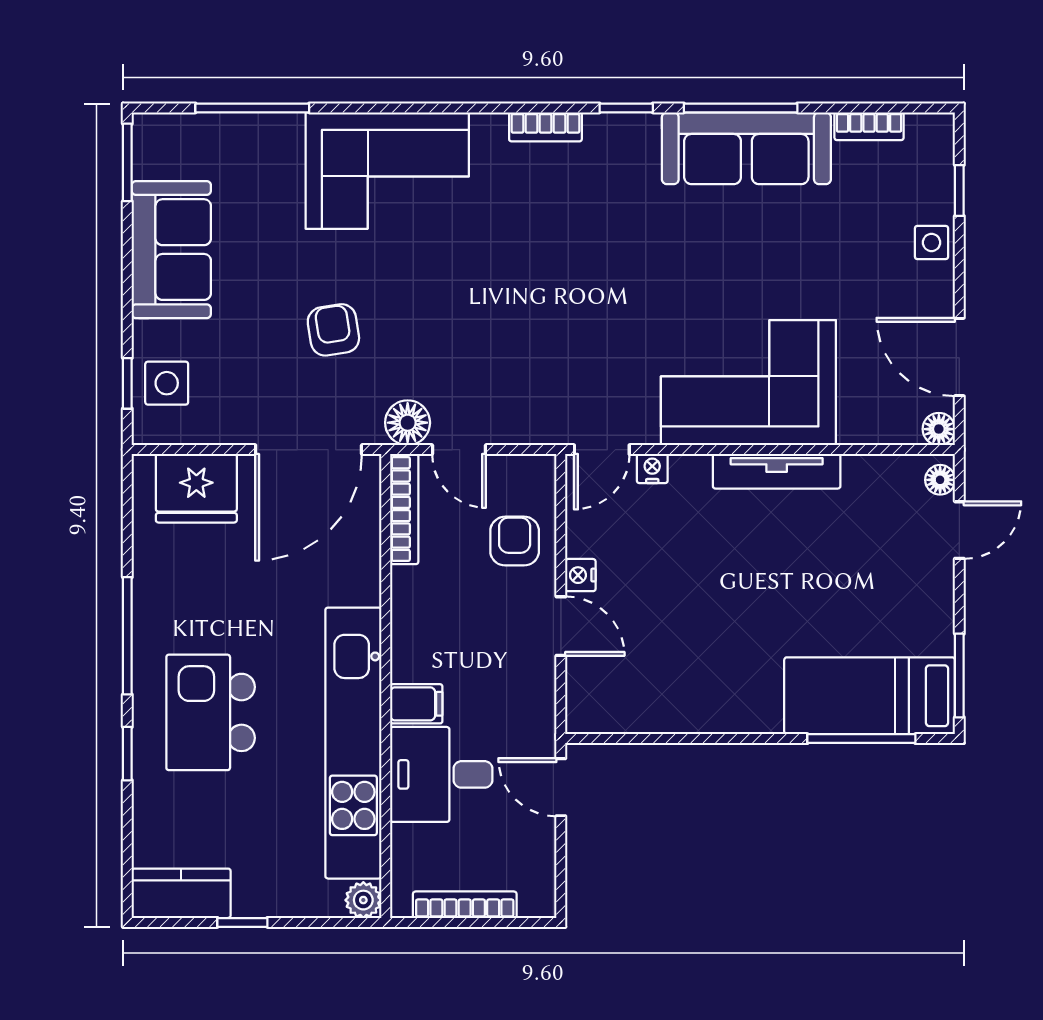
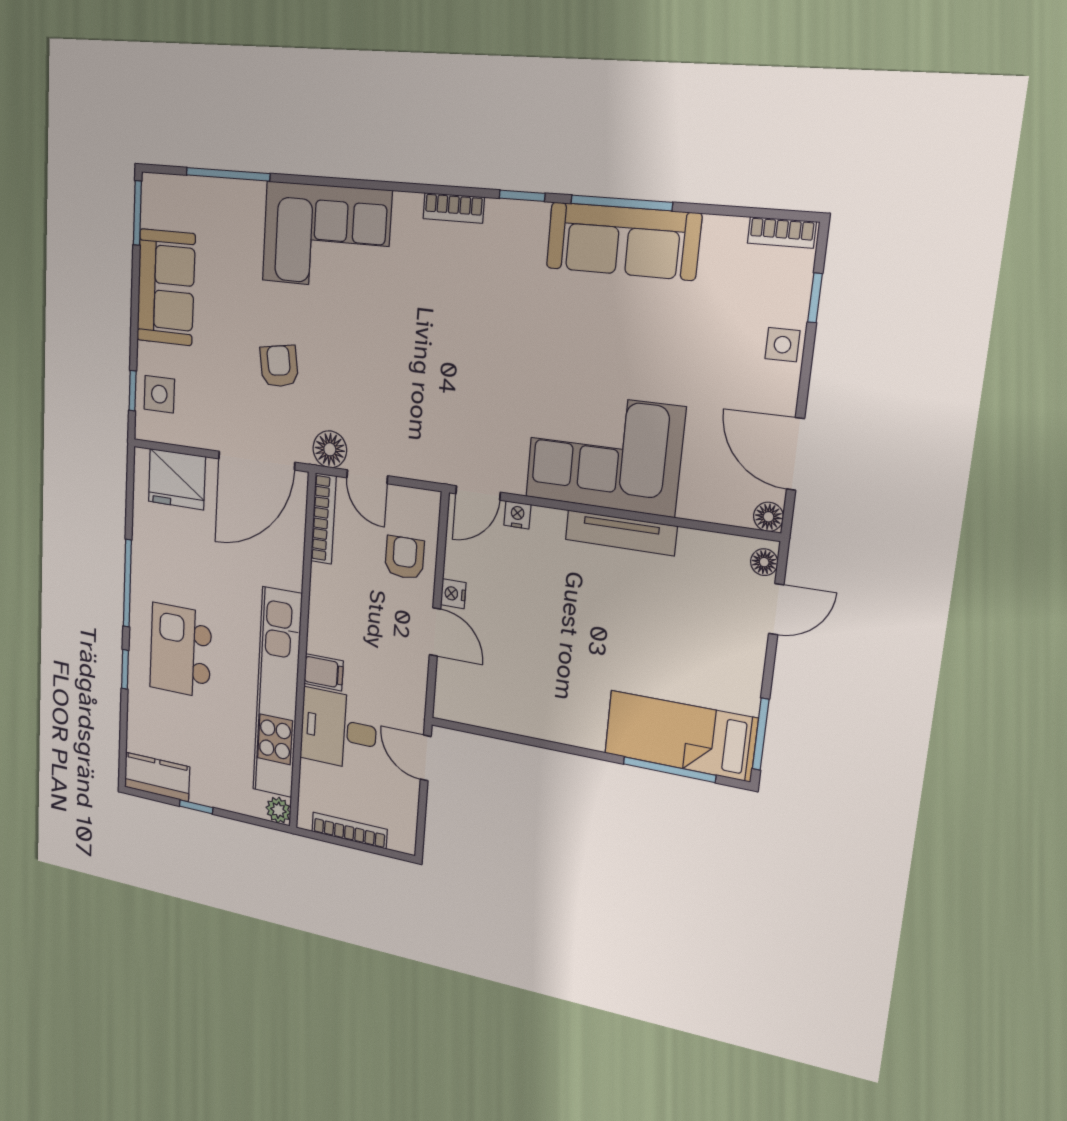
bookcase: (869, 126) -> (782, 232), moved

